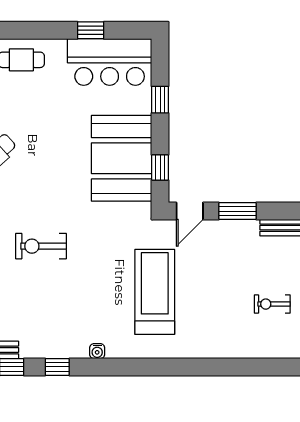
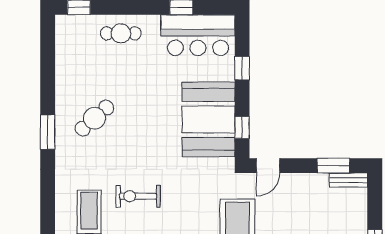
window: (237, 211) -> (333, 166), moved

